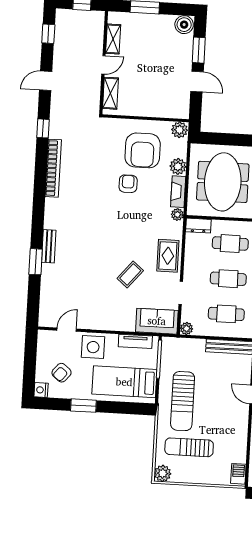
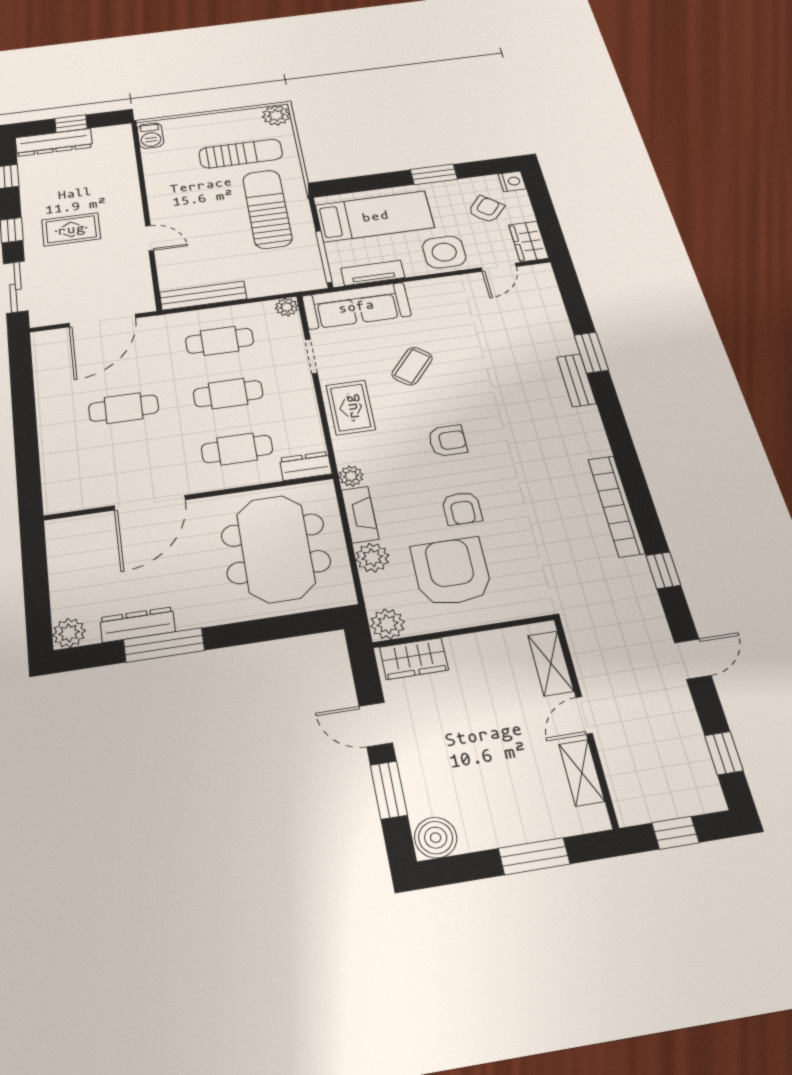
wardrobe: (172, 110) -> (414, 659), added
armchair: (124, 224) -> (448, 441), added
sofa: (157, 321) -> (356, 306), width x1.36
wardrobe: (45, 344) -> (529, 241), added

